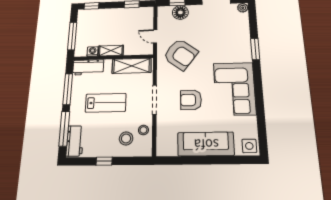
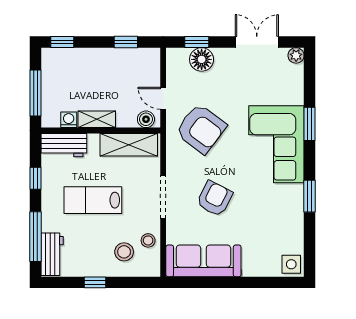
boiler: (144, 50) -> (146, 119), added
window: (68, 89) -> (35, 178), width x0.46
corner sofa: (235, 89) -> (276, 144), moved
window: (259, 97) -> (310, 196), added
armchair: (191, 100) -> (215, 199), turned 117
lab bench: (106, 103) -> (93, 200), turned 180
sofa: (206, 144) -> (203, 261), moved

